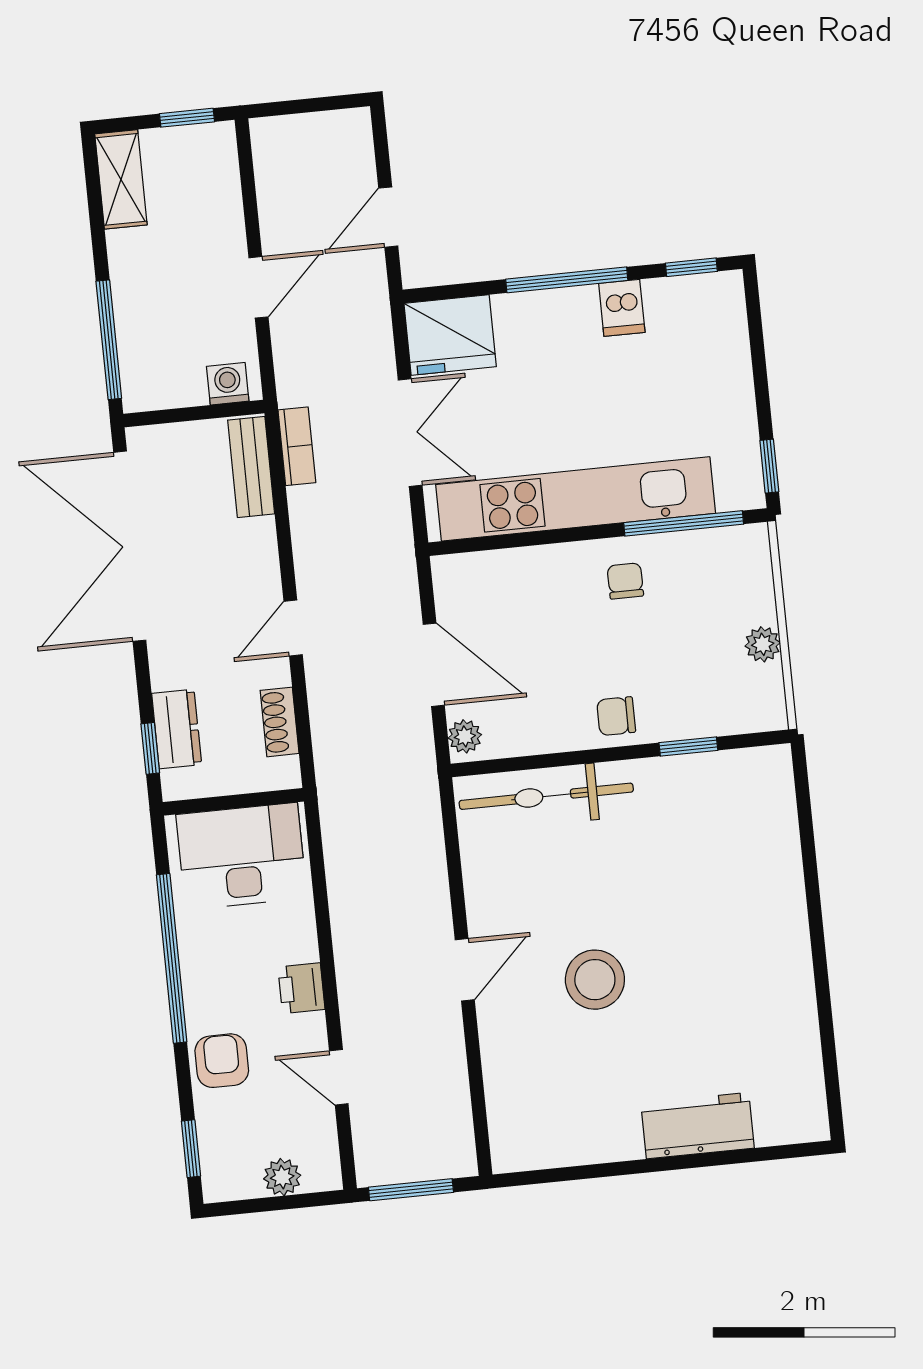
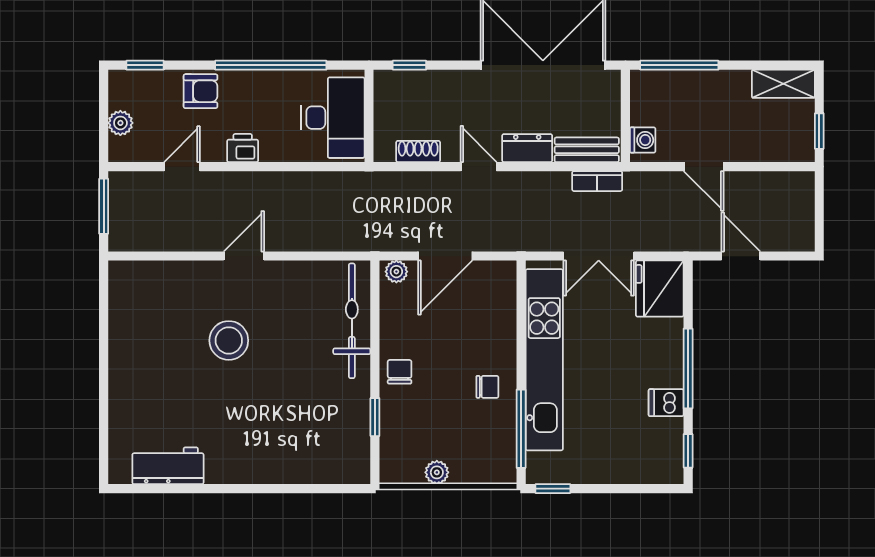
dresser: (177, 729) -> (527, 148), moved, turned 180
door: (465, 970) -> (244, 256), swing flipped
workbench: (698, 1126) -> (168, 466), moved, turned -90

